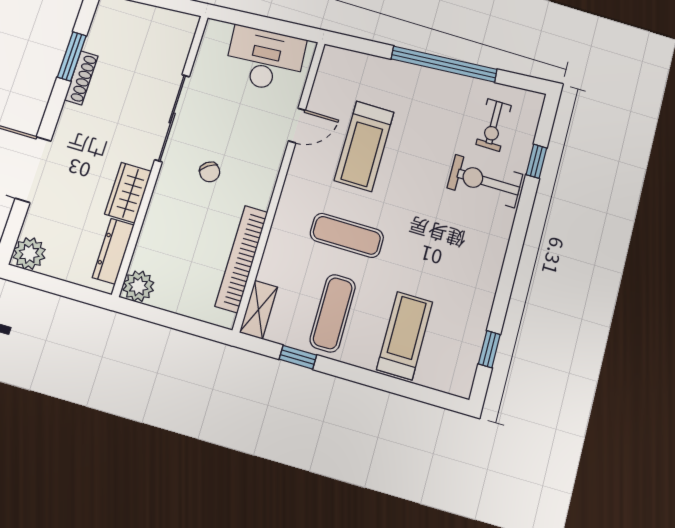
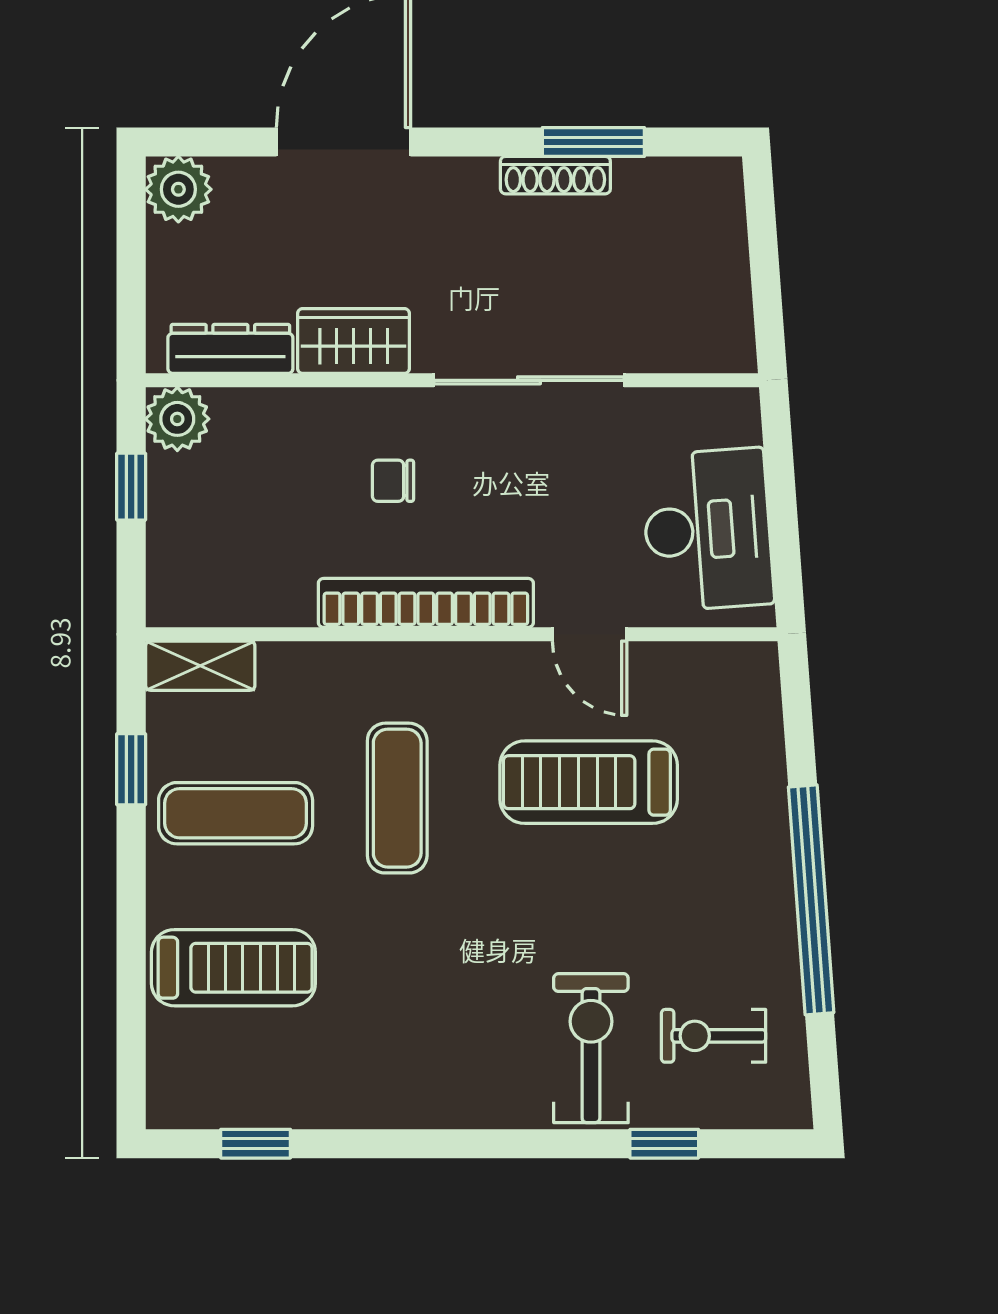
chair: (210, 172) -> (393, 481), moved, turned 36
bookcase: (241, 259) -> (426, 603), moved
window: (164, 318) -> (131, 487), added

